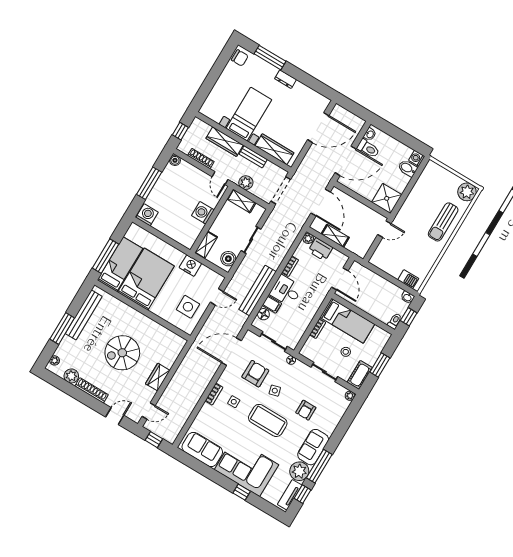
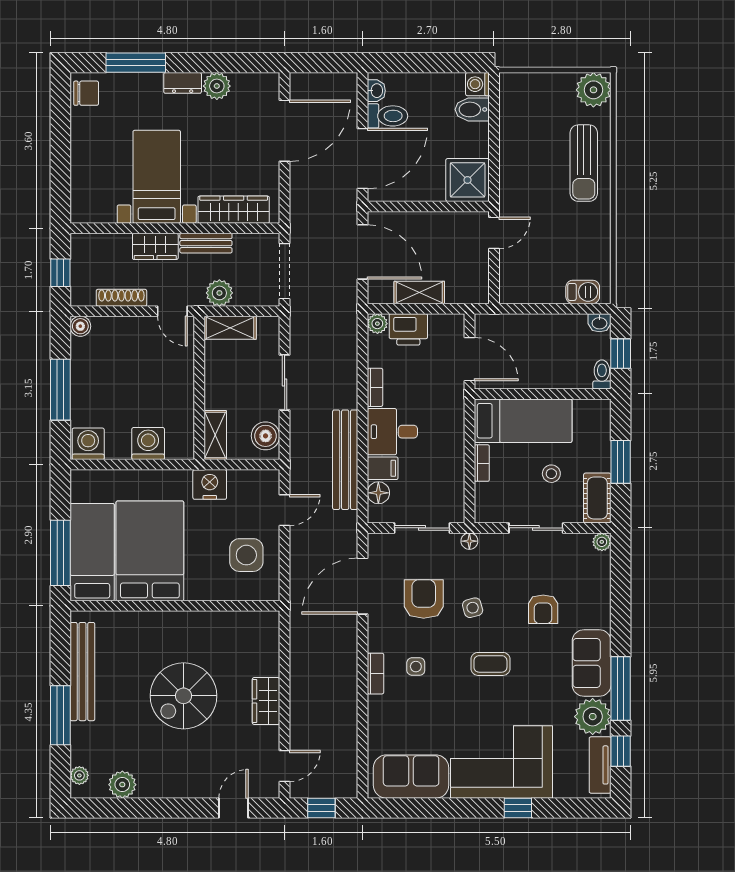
plant: (300, 90) -> (217, 86), added
wardrobe: (225, 142) -> (155, 246), width x0.67
washing machine: (203, 213) -> (148, 444), moved, turned 90
shoe rack: (92, 390) -> (170, 788), removed
coffee table: (268, 420) -> (490, 664), width x0.54, depth x0.58

